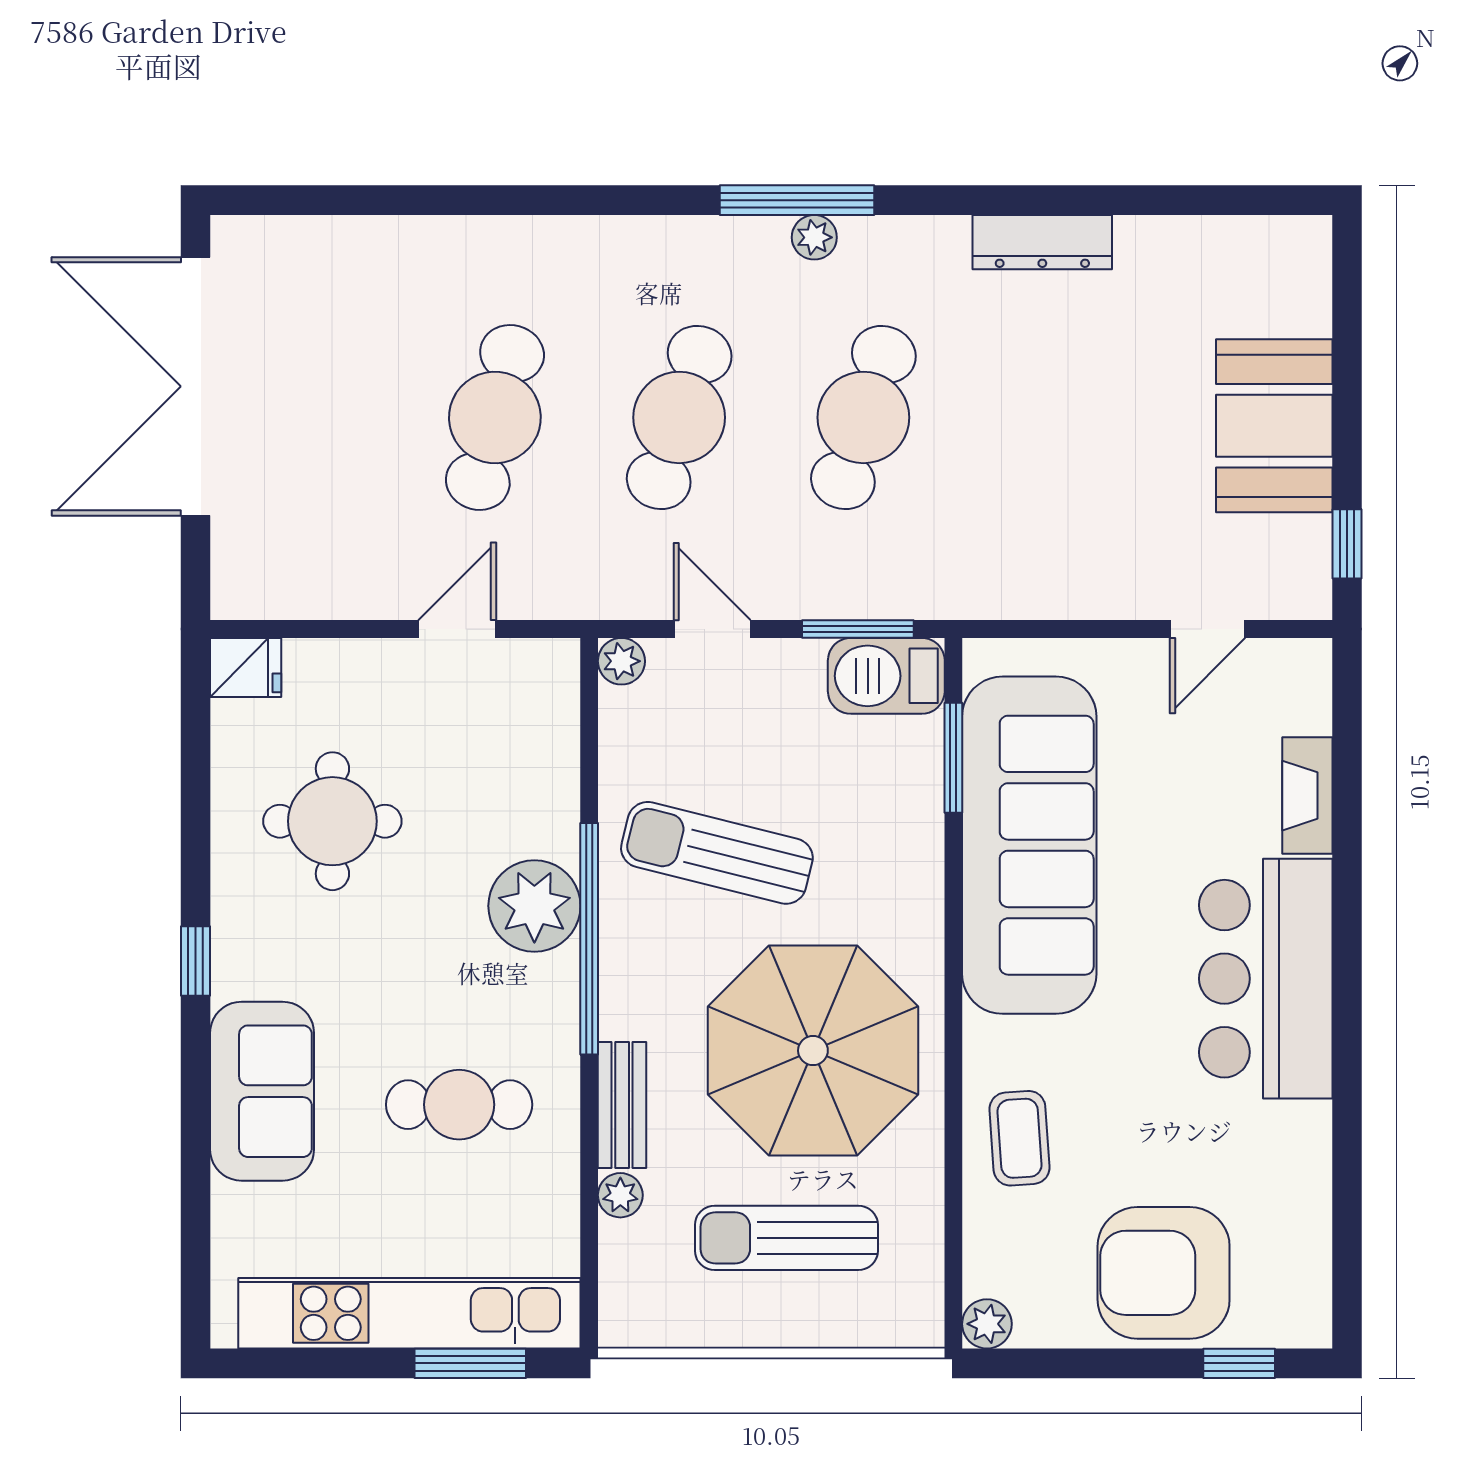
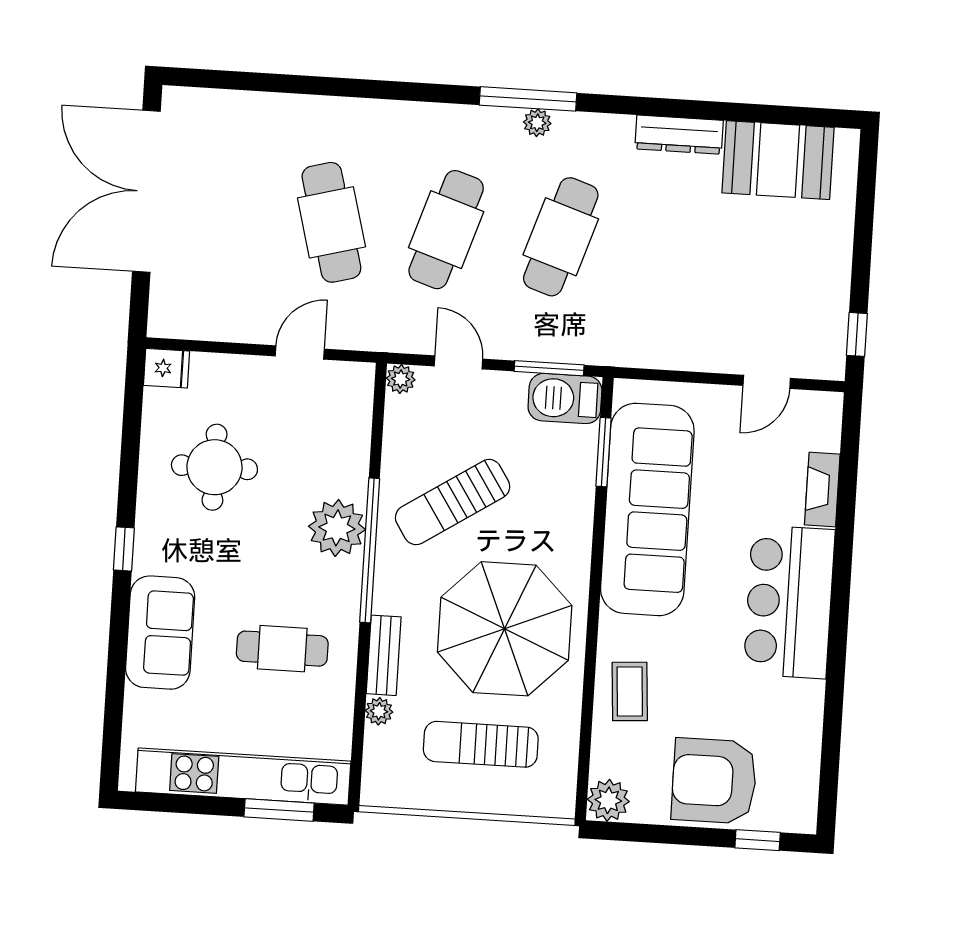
cafe table: (495, 417) -> (331, 222), turned -30
booth: (1274, 426) -> (778, 160), moved, turned 90
sun lounger: (717, 853) -> (453, 502), turned -47
plant: (987, 1324) -> (608, 800), width x1.38, depth x1.38

